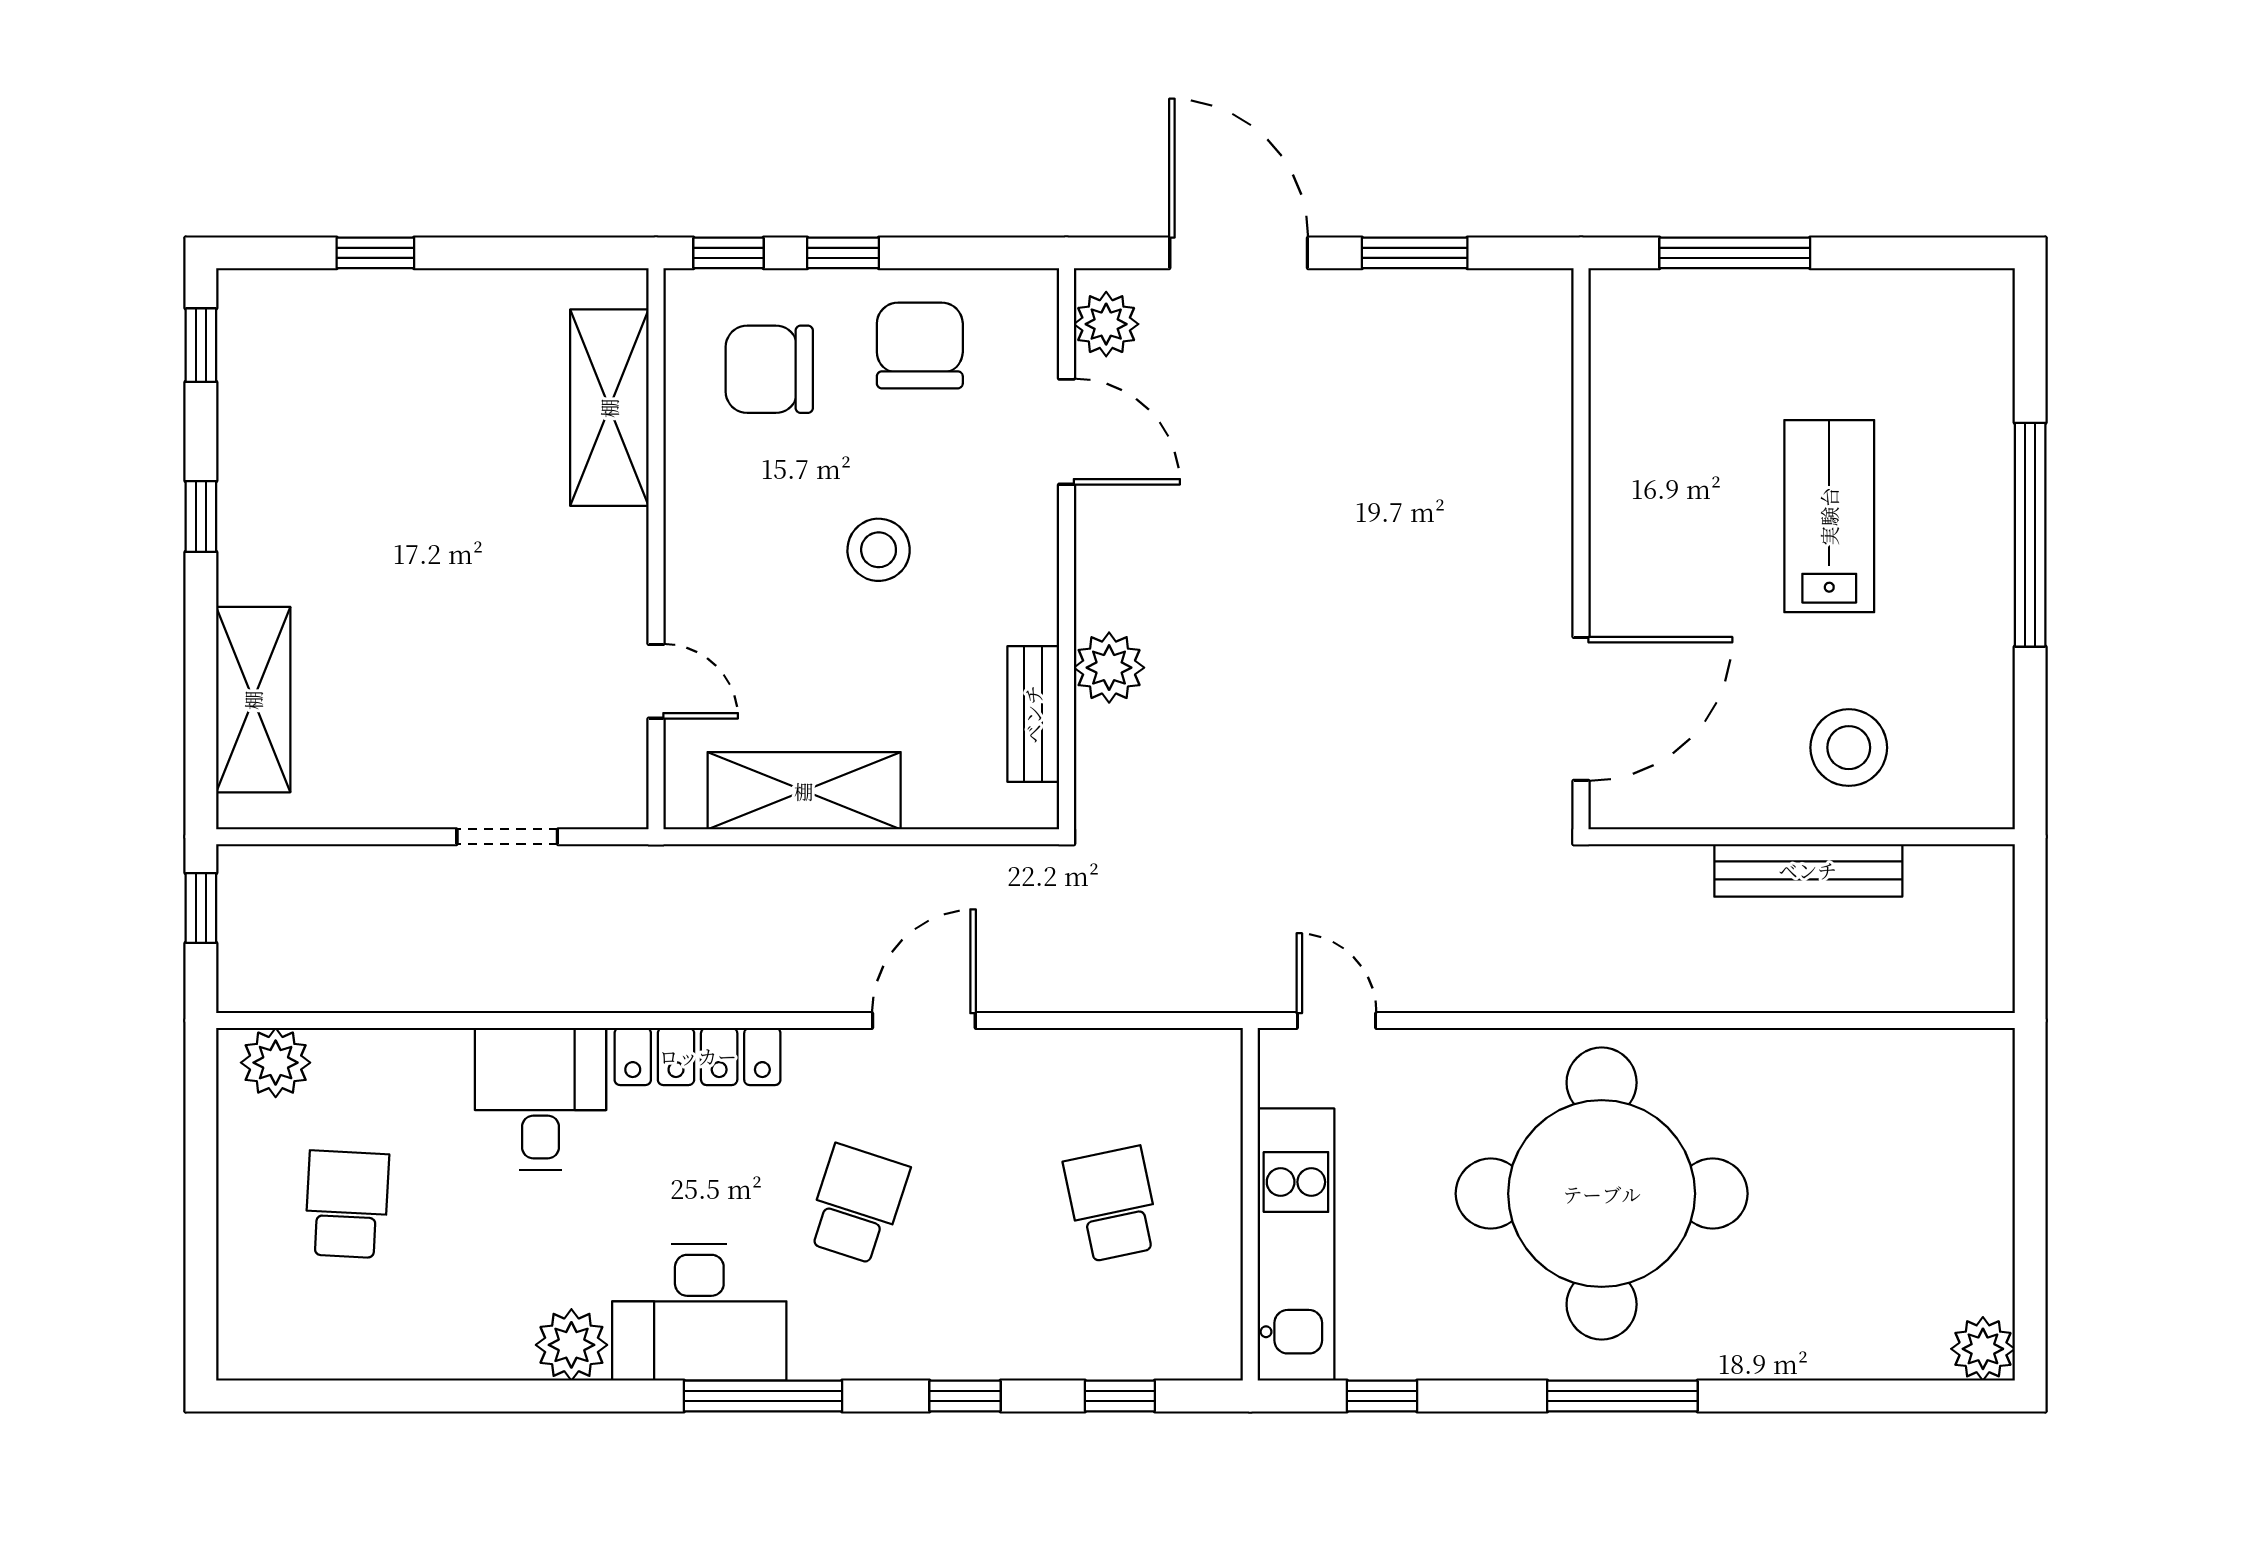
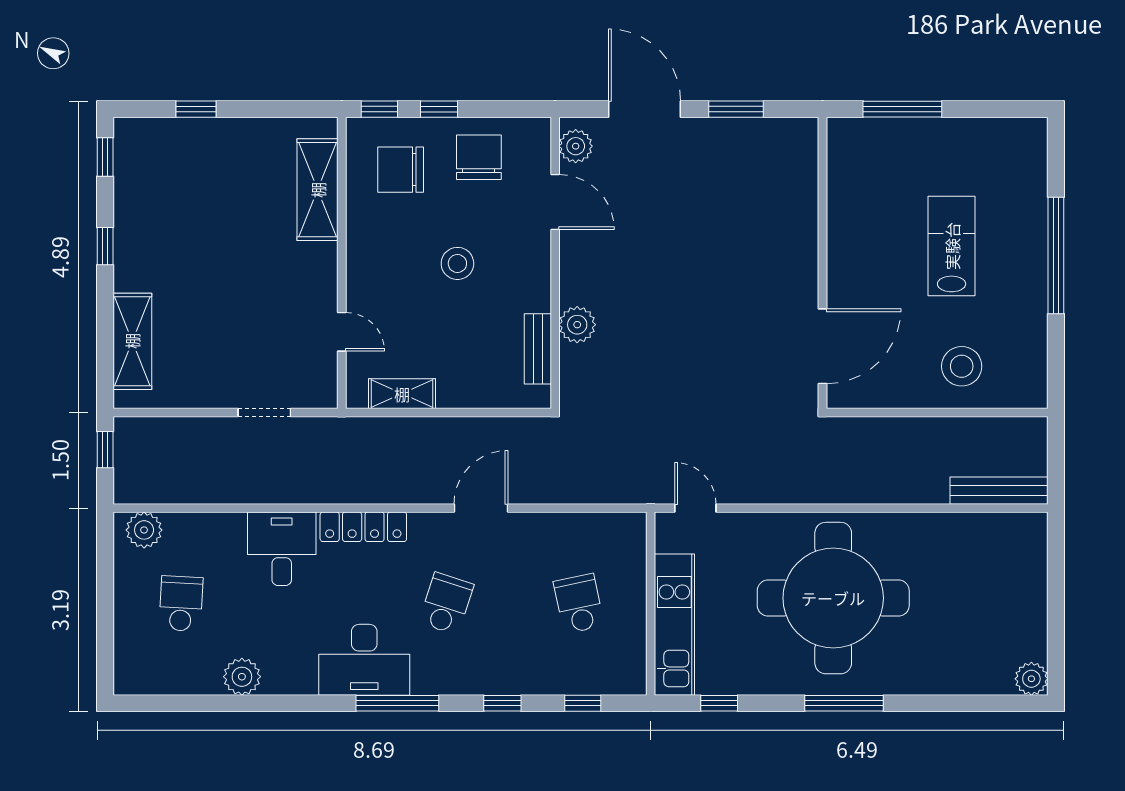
shelving: (804, 791) -> (402, 394), width x0.67, depth x0.75
bench: (1808, 870) -> (999, 491), moved
plant: (571, 1345) -> (242, 677), moved

